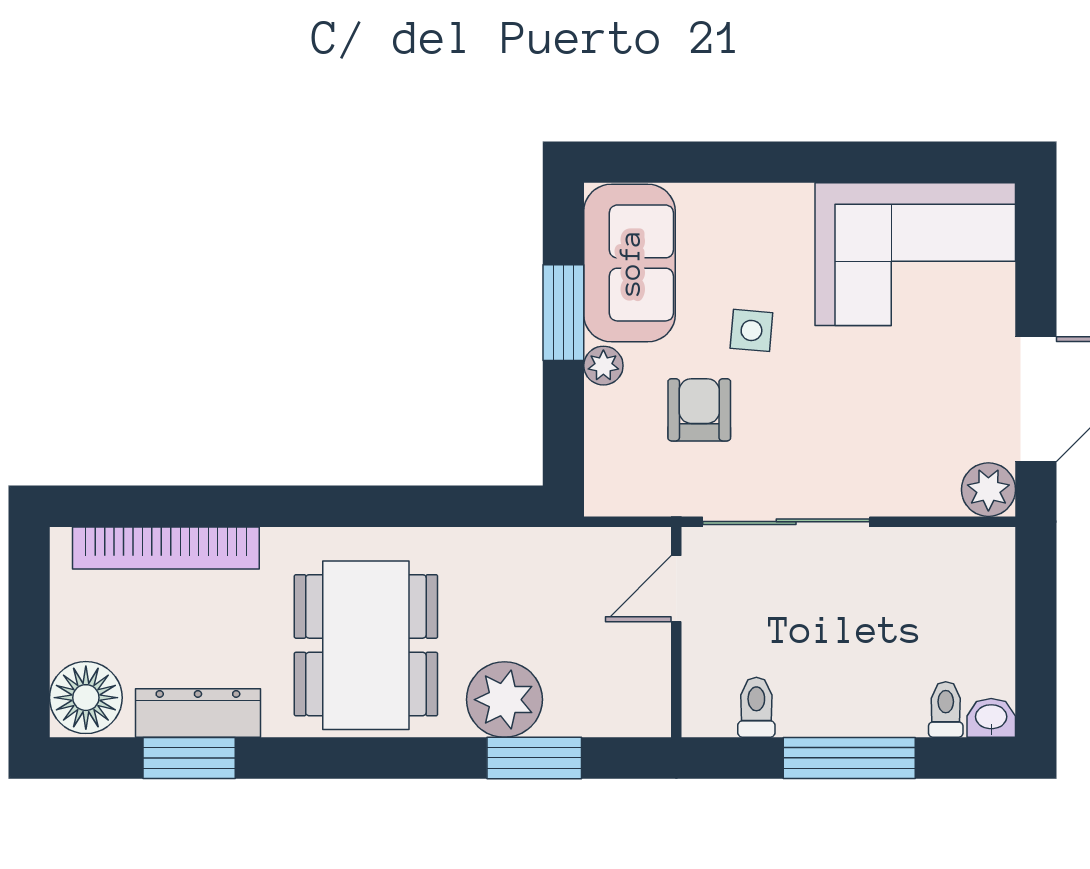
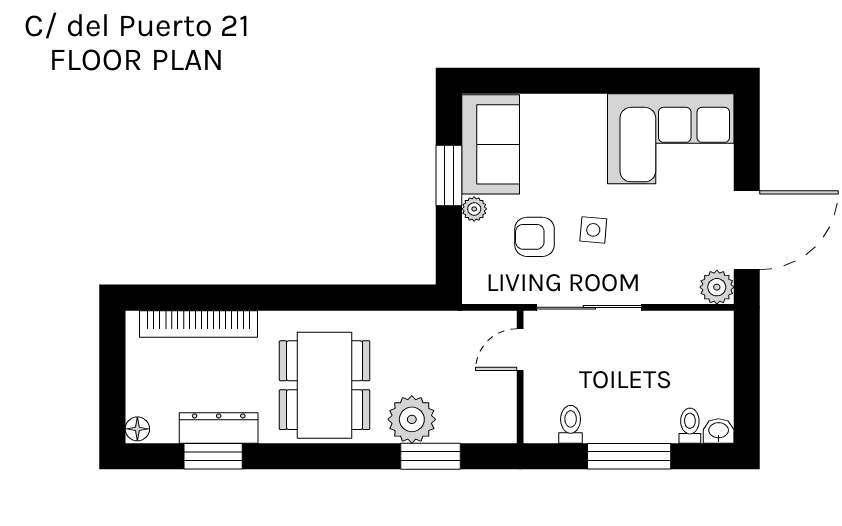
side table: (751, 330) -> (593, 230), moved
armchair: (699, 410) -> (535, 237), turned -90
floor lamp: (86, 698) -> (137, 429), width x0.53, depth x0.53

